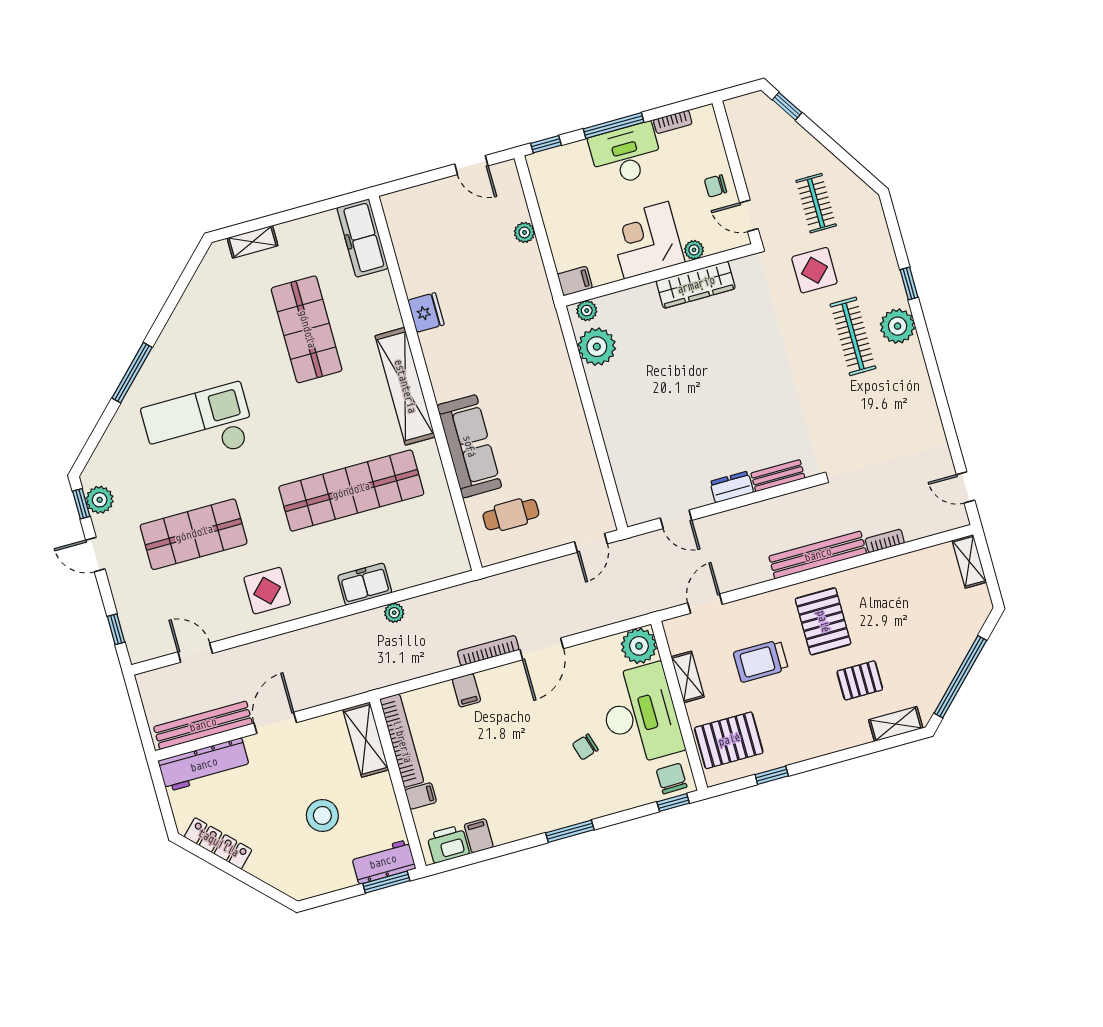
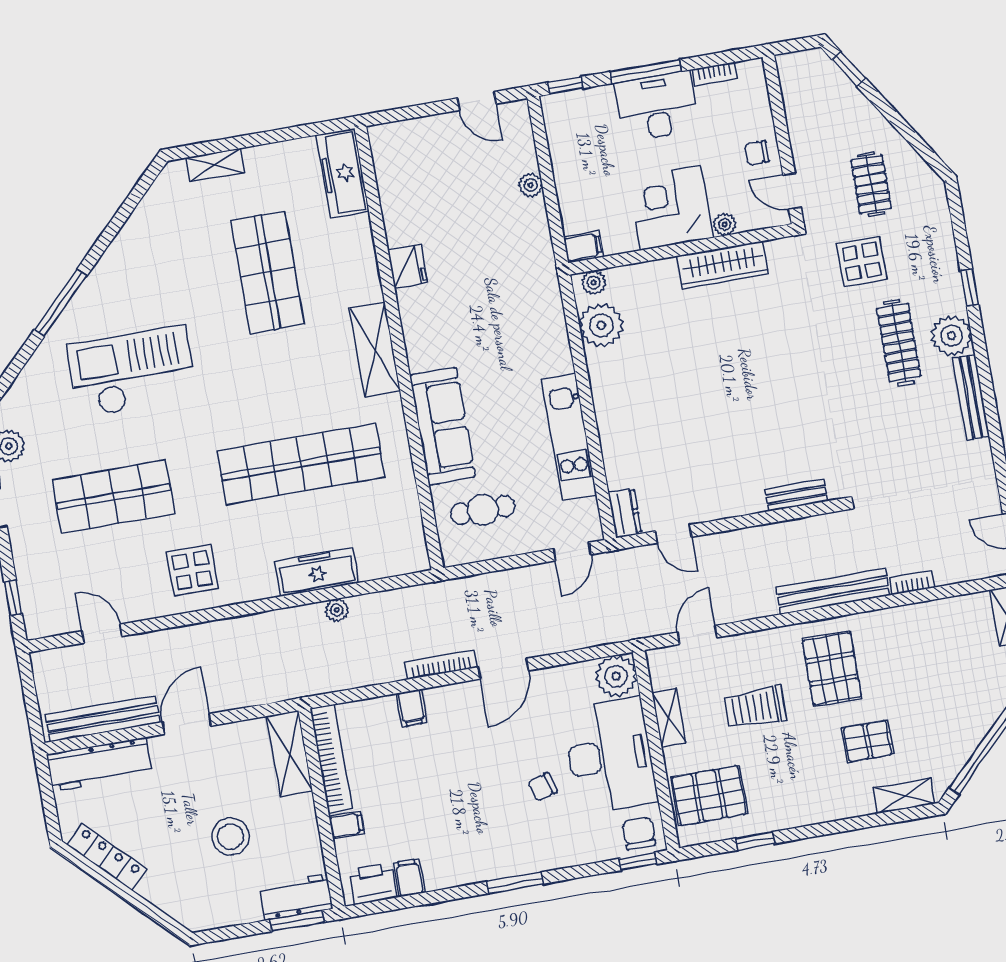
bench: (919, 377) -> (971, 397), added
shelving: (405, 386) -> (375, 349), width x0.68
kitchen unit: (579, 445) -> (569, 437), added
dresser: (732, 487) -> (625, 513), moved, turned 90
freezer: (365, 584) -> (317, 572), width x1.40

